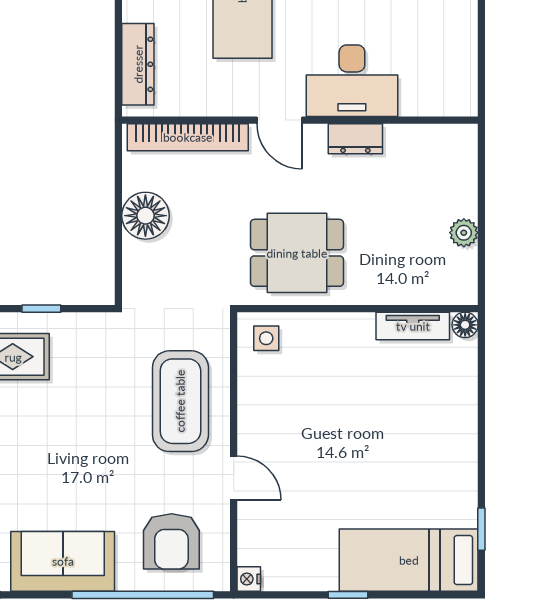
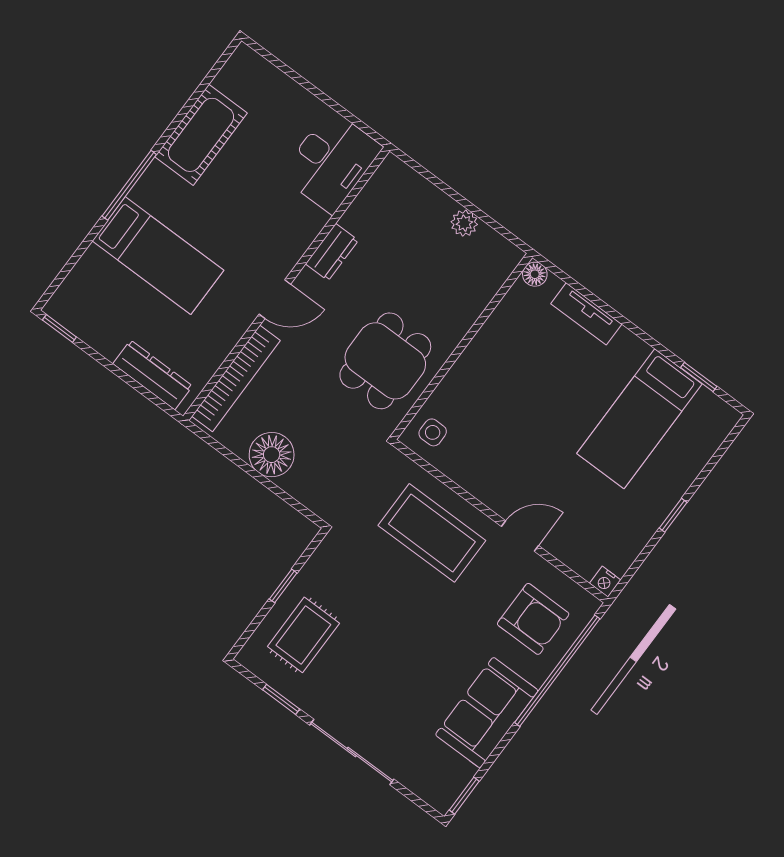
desk: (352, 81) -> (331, 161), moved
tv unit: (413, 326) -> (586, 314), moved, turned 90
bed: (409, 560) -> (639, 419), moved

